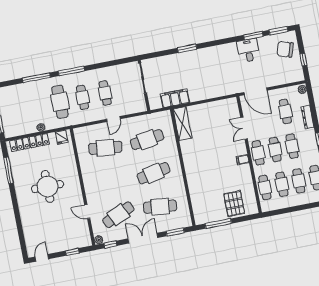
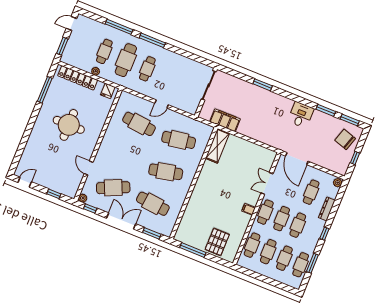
desk: (248, 50) -> (301, 115), moved
cafe table: (105, 93) -> (104, 51), moved

